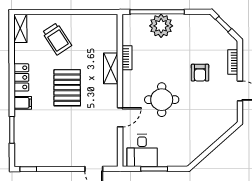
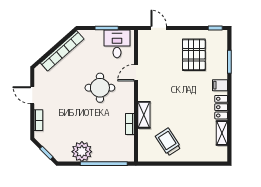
plant: (161, 26) -> (82, 152), moved
shelving: (20, 28) -> (222, 133), moved
trolley: (57, 39) -> (168, 142), moved
armchair: (200, 73) -> (67, 111), removed
pallet: (67, 88) -> (194, 55), moved
bookcase: (205, 142) -> (62, 51), added

